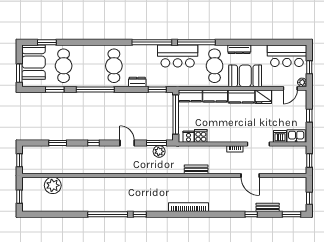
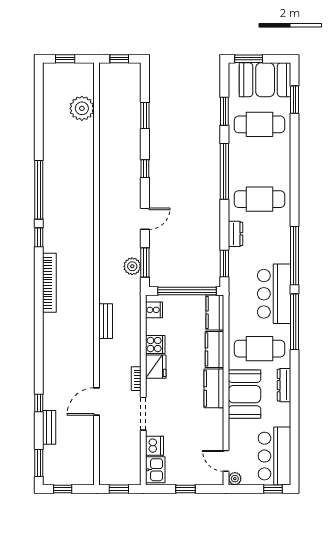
window: (309, 67) -> (273, 489), moved
fridge: (263, 97) -> (156, 367), moved, turned 180
cooker: (201, 136) -> (155, 345), moved
bookcase: (188, 207) -> (49, 283), moved

